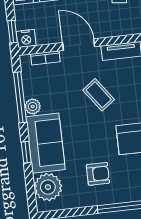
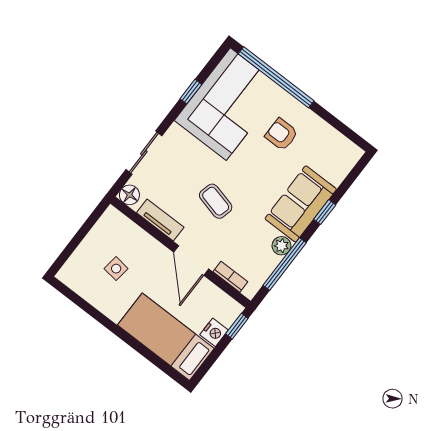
nightstand: (26, 39) -> (214, 332), moved, turned 90
coffee table: (99, 95) -> (216, 201), turned -40
plant: (48, 187) -> (335, 164), removed

